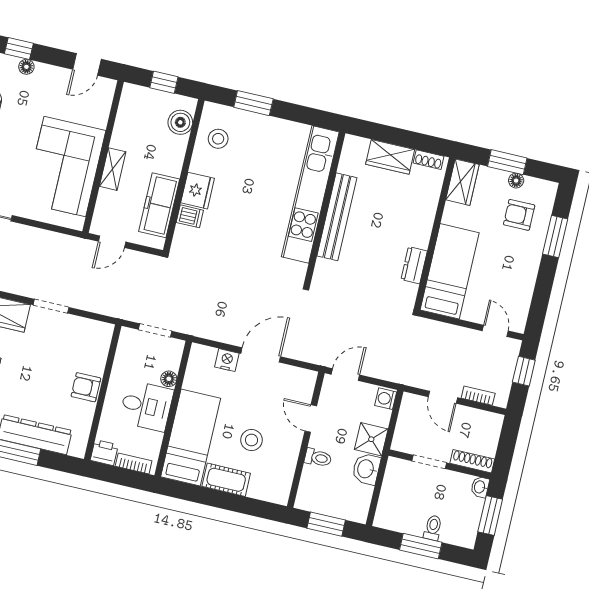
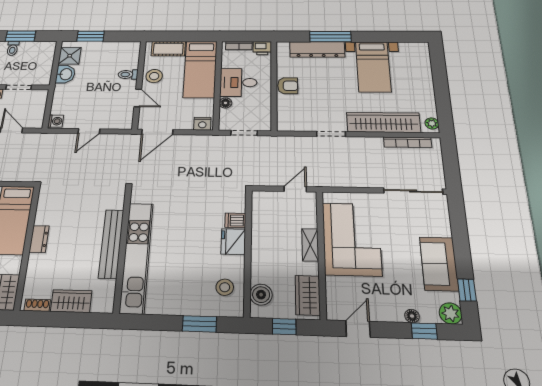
wardrobe: (130, 112) -> (308, 295), added
freezer: (159, 205) -> (263, 224), removed
dresser: (414, 265) -> (39, 239), moved
nightstand: (227, 360) -> (202, 124), moved
door: (311, 418) -> (138, 98), moved
shower: (371, 439) -> (70, 56), moved
wall: (306, 440) -> (139, 84), moved
toilet: (318, 458) -> (128, 74), moved

